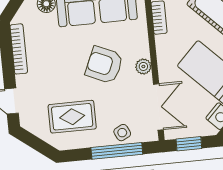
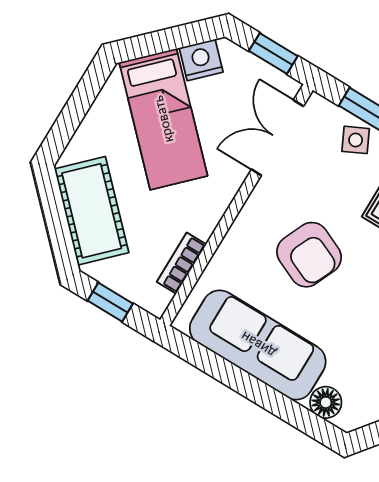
plant: (143, 66) -> (255, 211), removed

